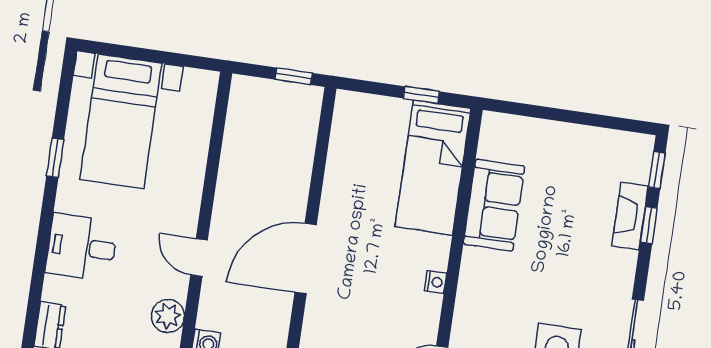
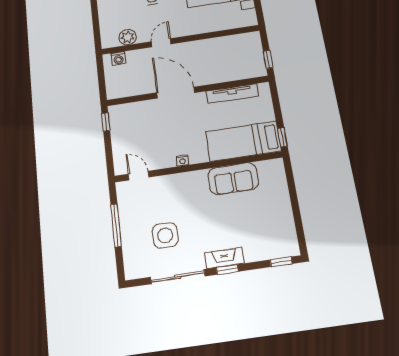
window: (421, 95) -> (282, 137), moved
tv unit: (339, 160) -> (232, 94), added
fireplace: (630, 216) -> (224, 258), moved
window: (649, 225) -> (227, 269), moved

